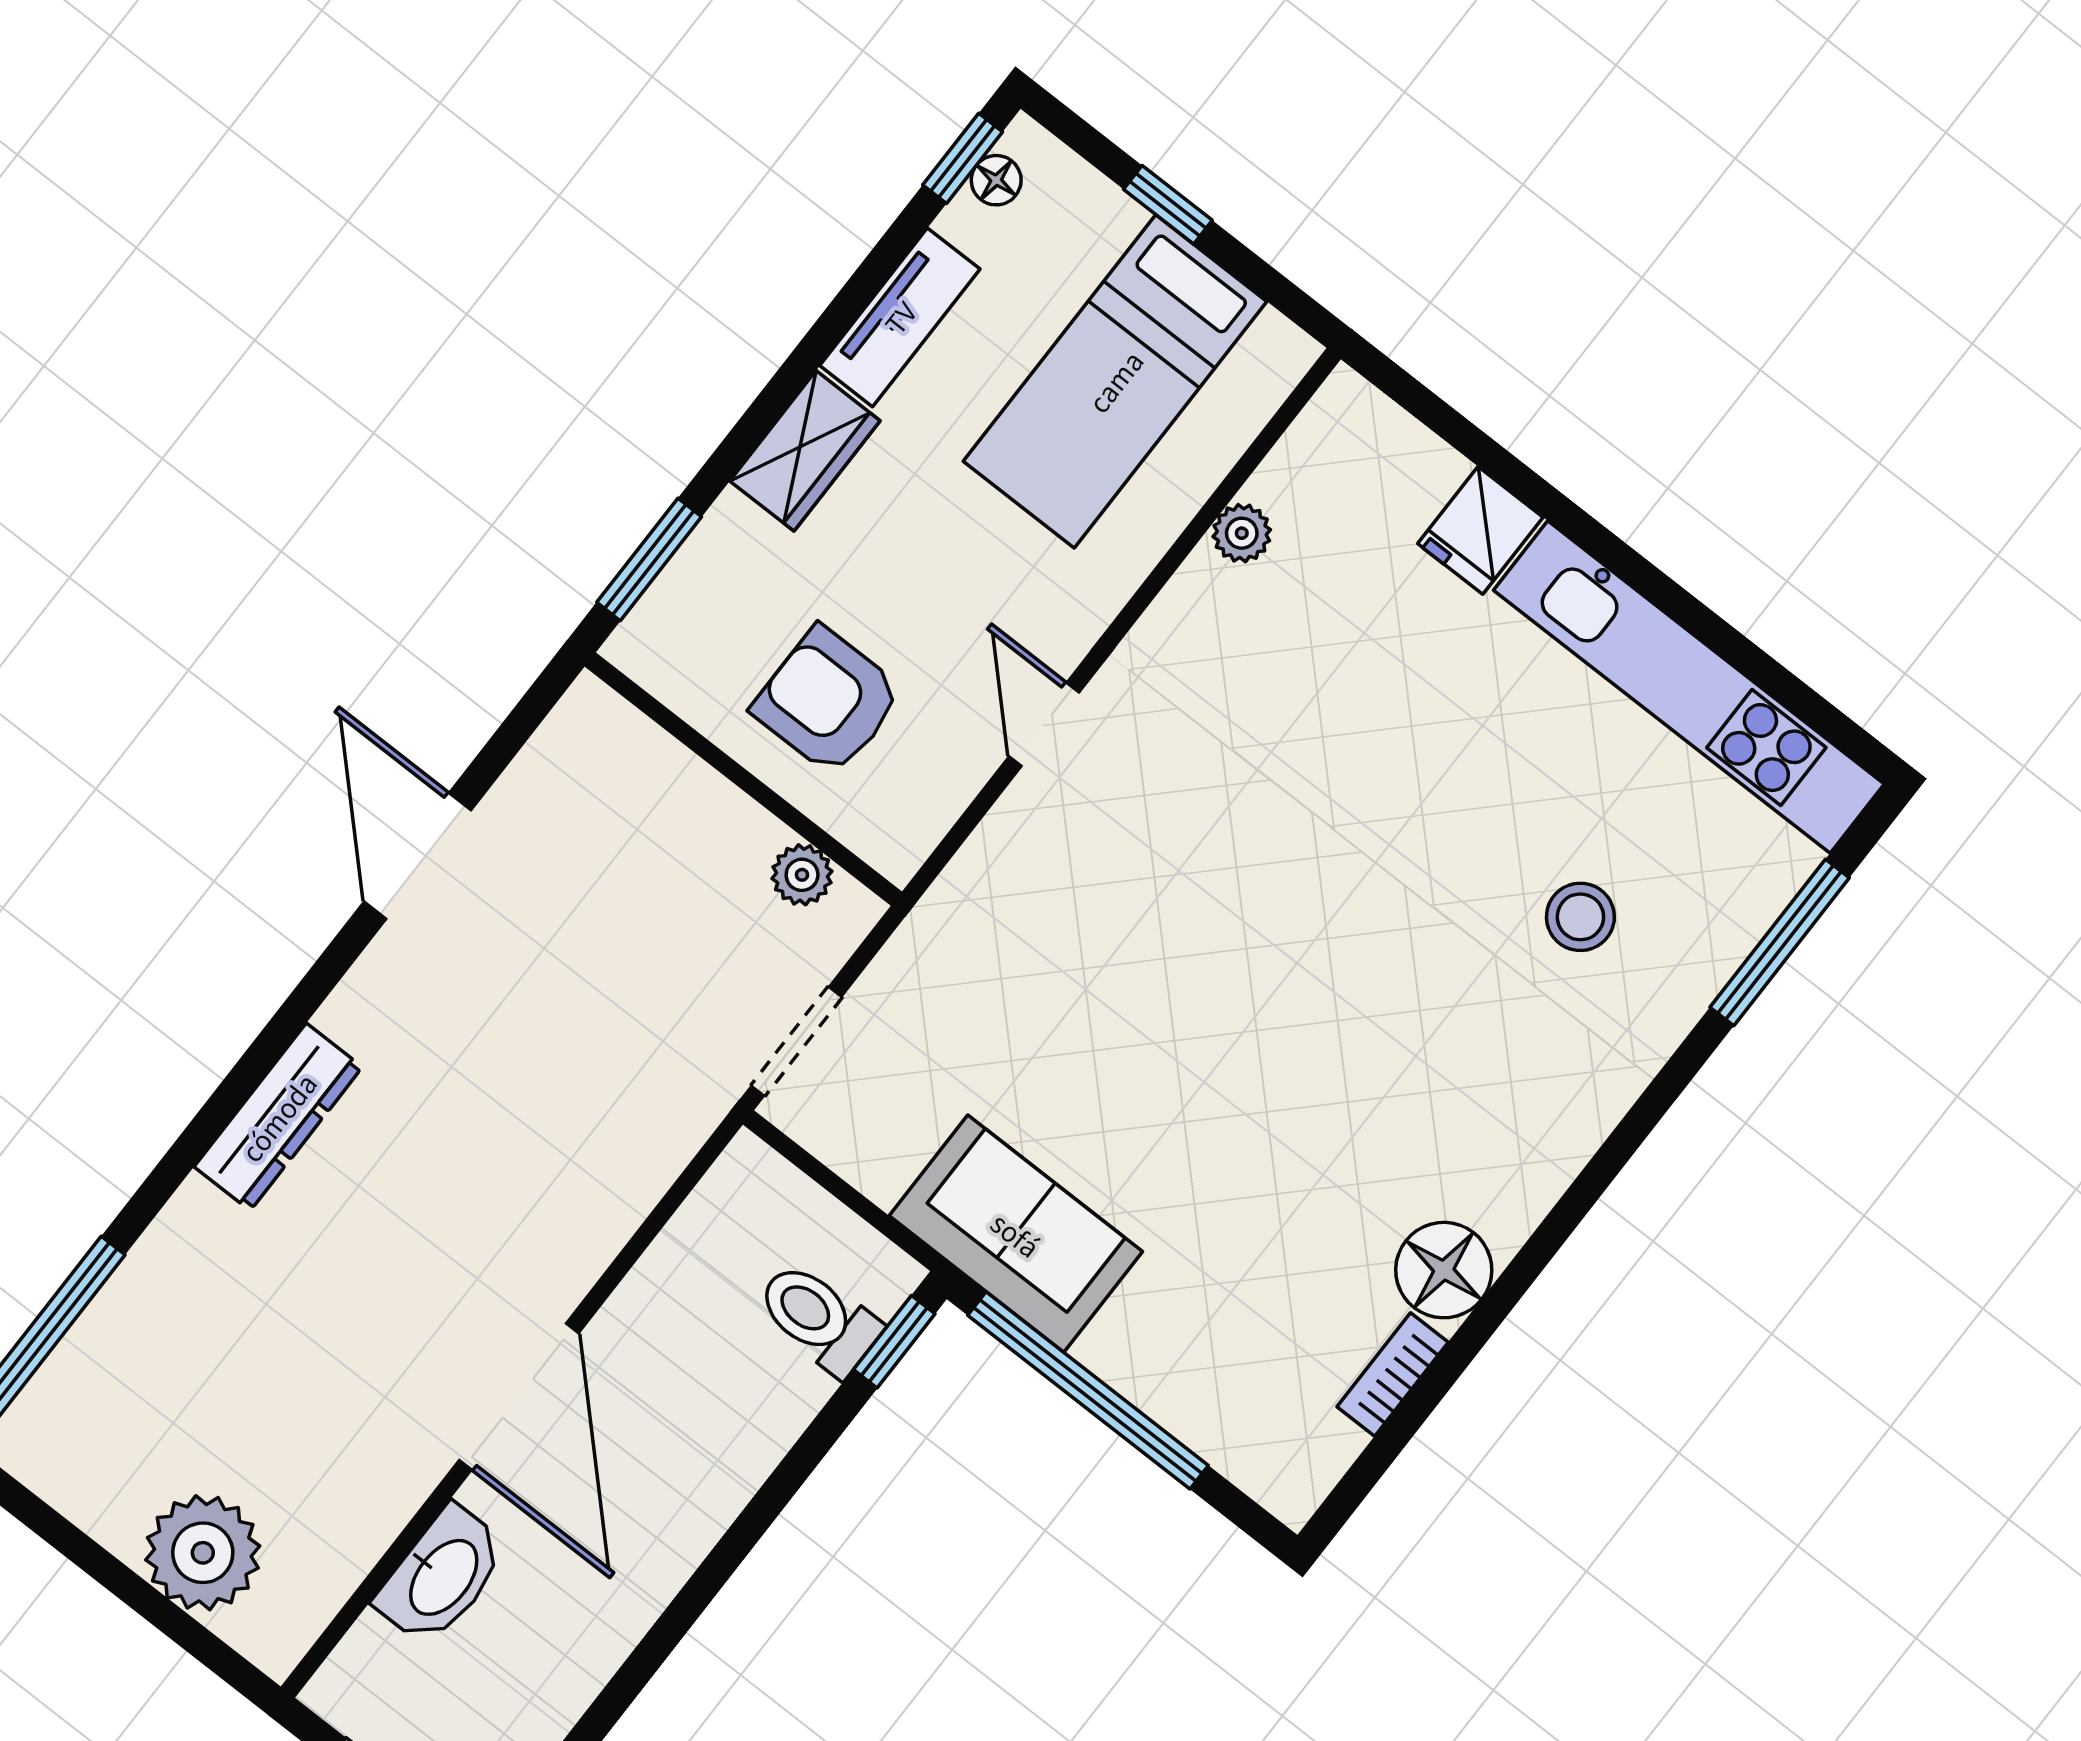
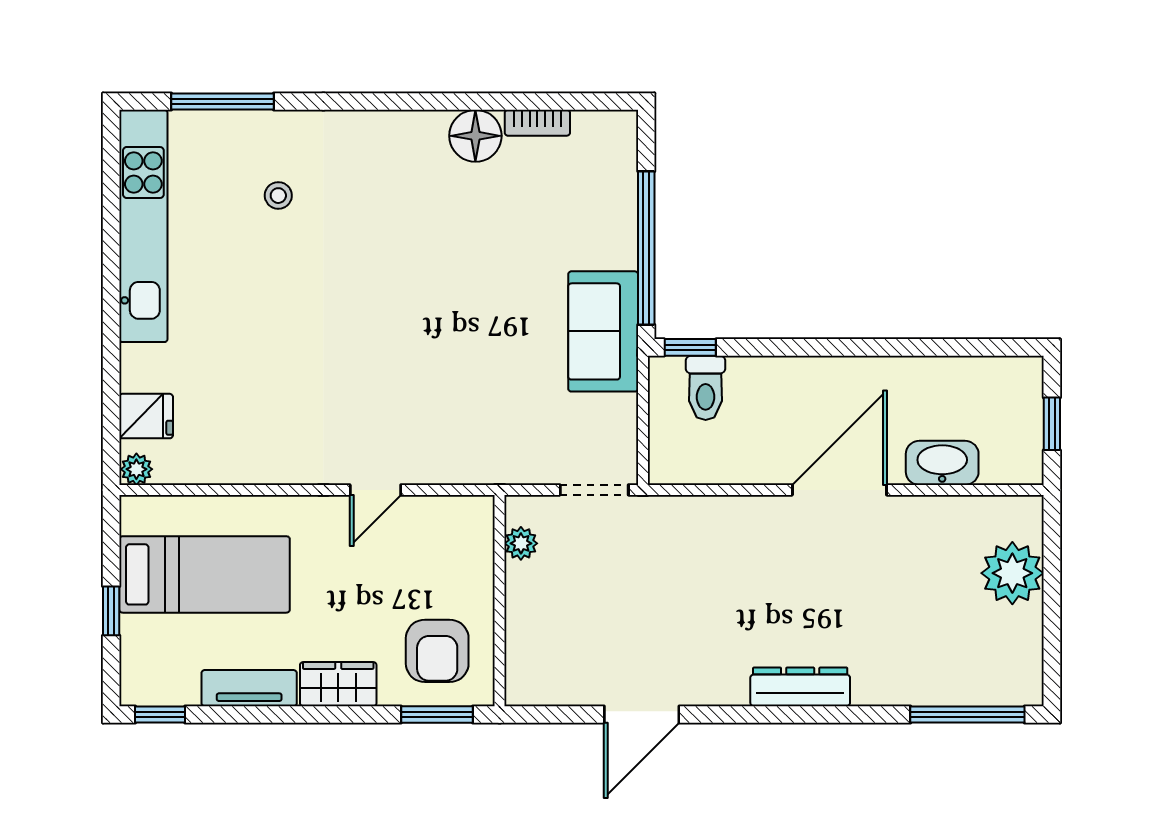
floor lamp: (996, 180) -> (158, 693), removed
fridge: (1480, 530) -> (146, 416), moved
plant: (1242, 533) -> (136, 469), moved
armchair: (828, 701) -> (437, 651), moved
stool: (1580, 917) -> (278, 196), width x0.73, depth x0.73

